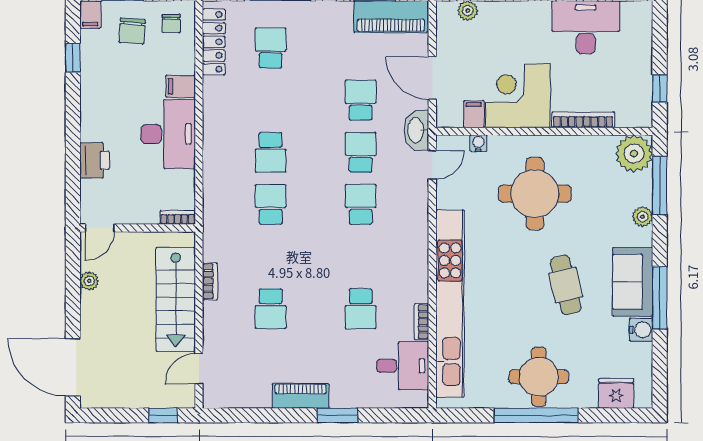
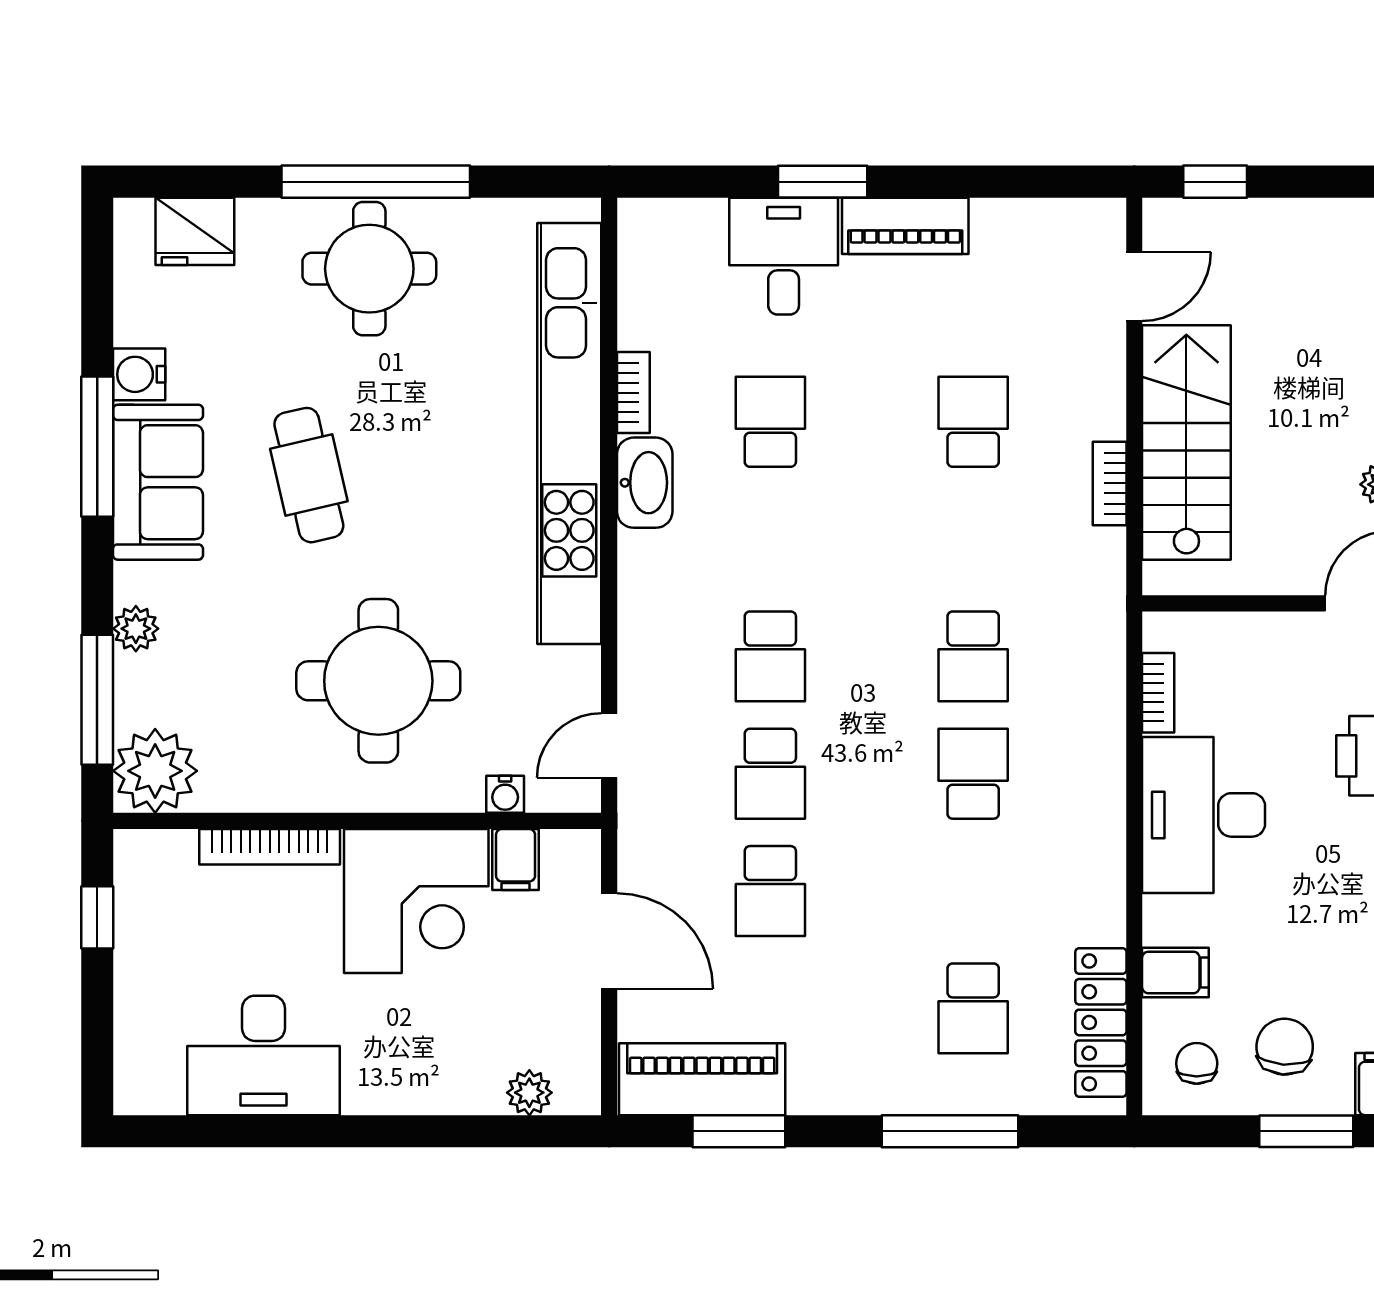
filing cabinet: (181, 86) -> (1175, 972), moved
washbasin: (416, 130) -> (645, 483), moved
bookcase: (178, 217) -> (1158, 693), moved, turned -90
desk: (403, 366) -> (784, 256), moved, turned 90

